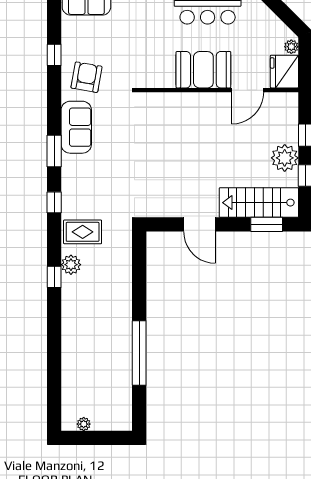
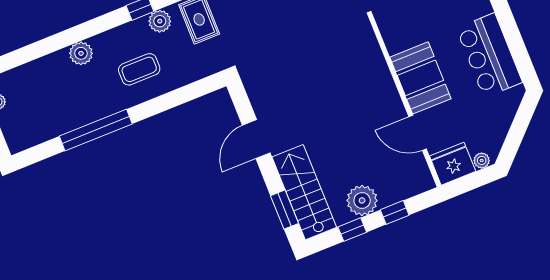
coffee table: (104, 297) -> (139, 69), added
plant: (71, 340) -> (81, 53), added

